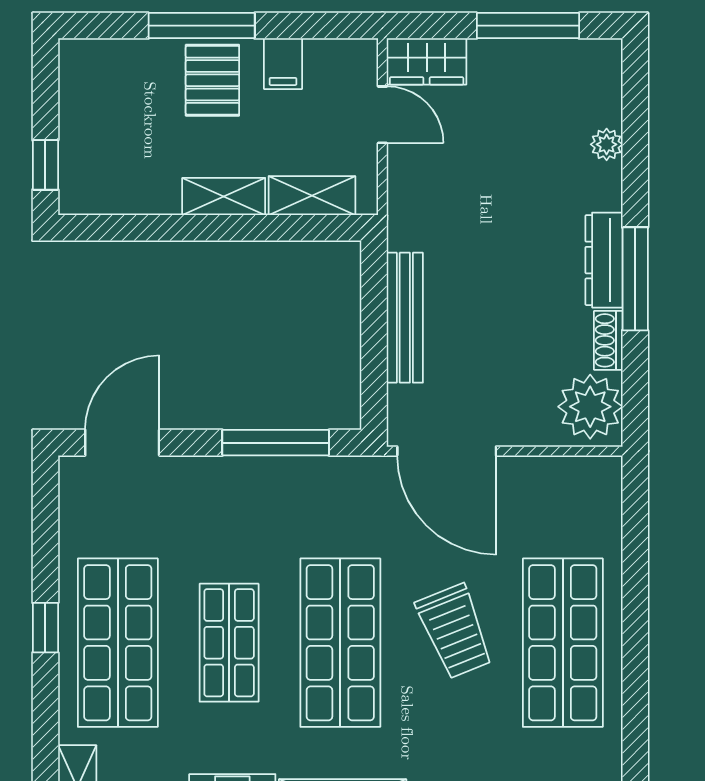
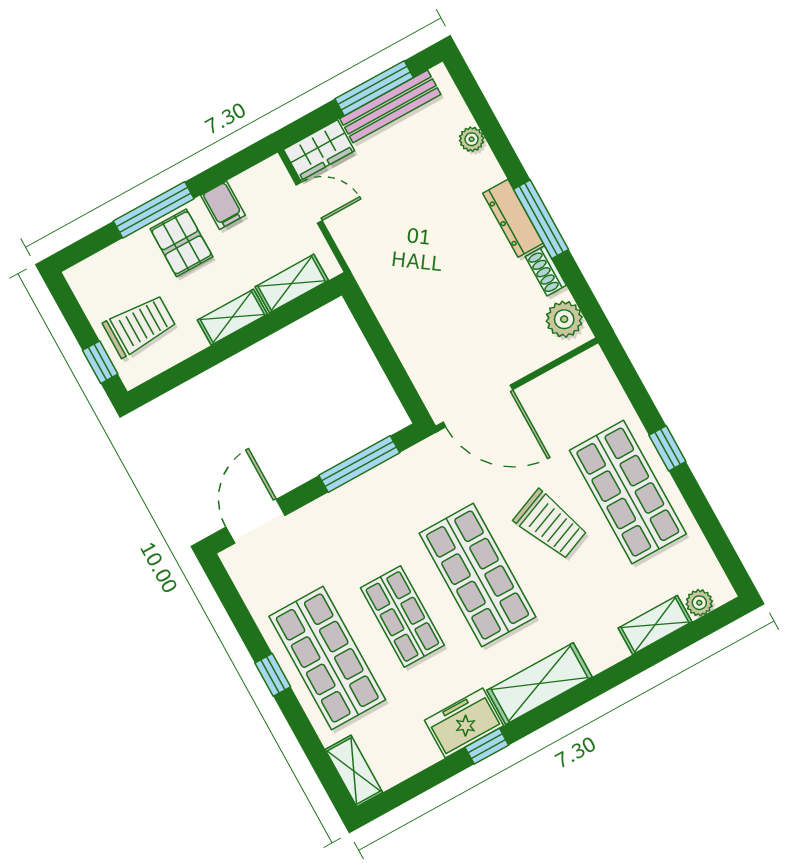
trolley: (113, 148) -> (140, 326), added
bench: (405, 318) -> (390, 106), moved, turned 90
plant: (590, 407) -> (564, 319), width x0.73, depth x0.73
window: (635, 618) -> (667, 448), added

